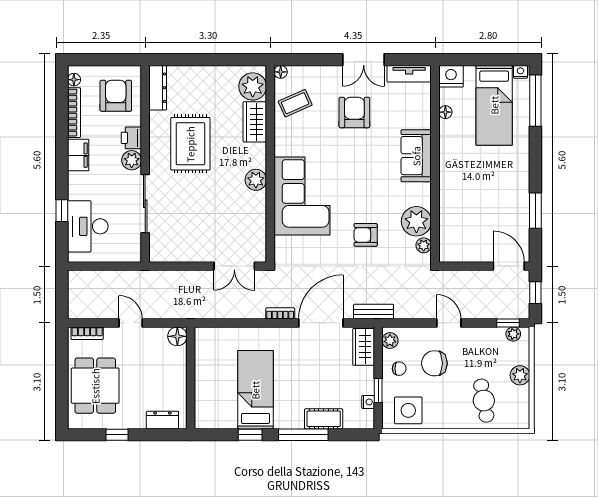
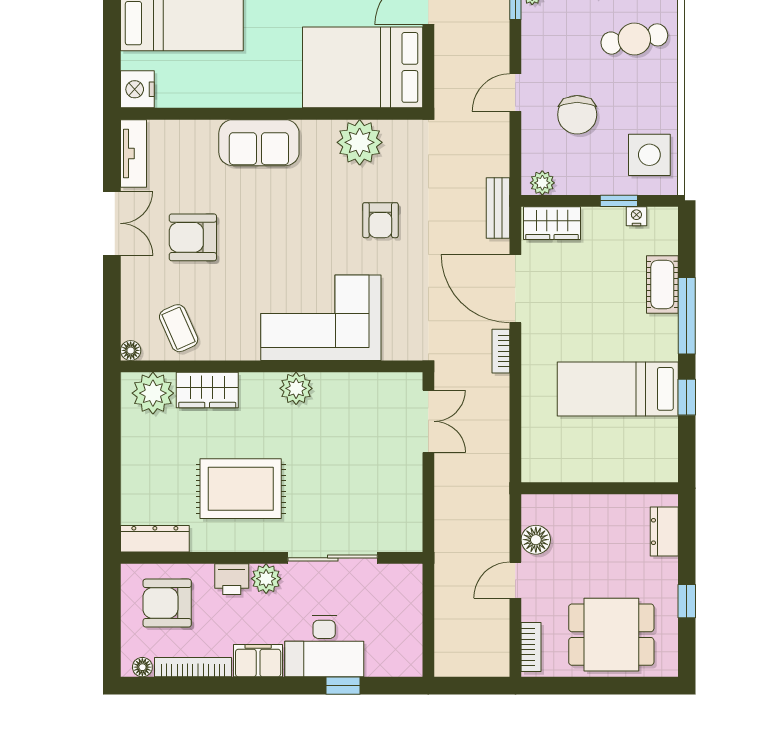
floor lamp: (445, 112) -> (192, 98), removed
bed: (465, 223) -> (363, 67), added
desk: (88, 226) -> (324, 646), moved
plant: (424, 245) -> (396, 131), removed
floor lamp: (177, 336) -> (536, 540), moved
chair: (399, 369) -> (585, 169), removed

